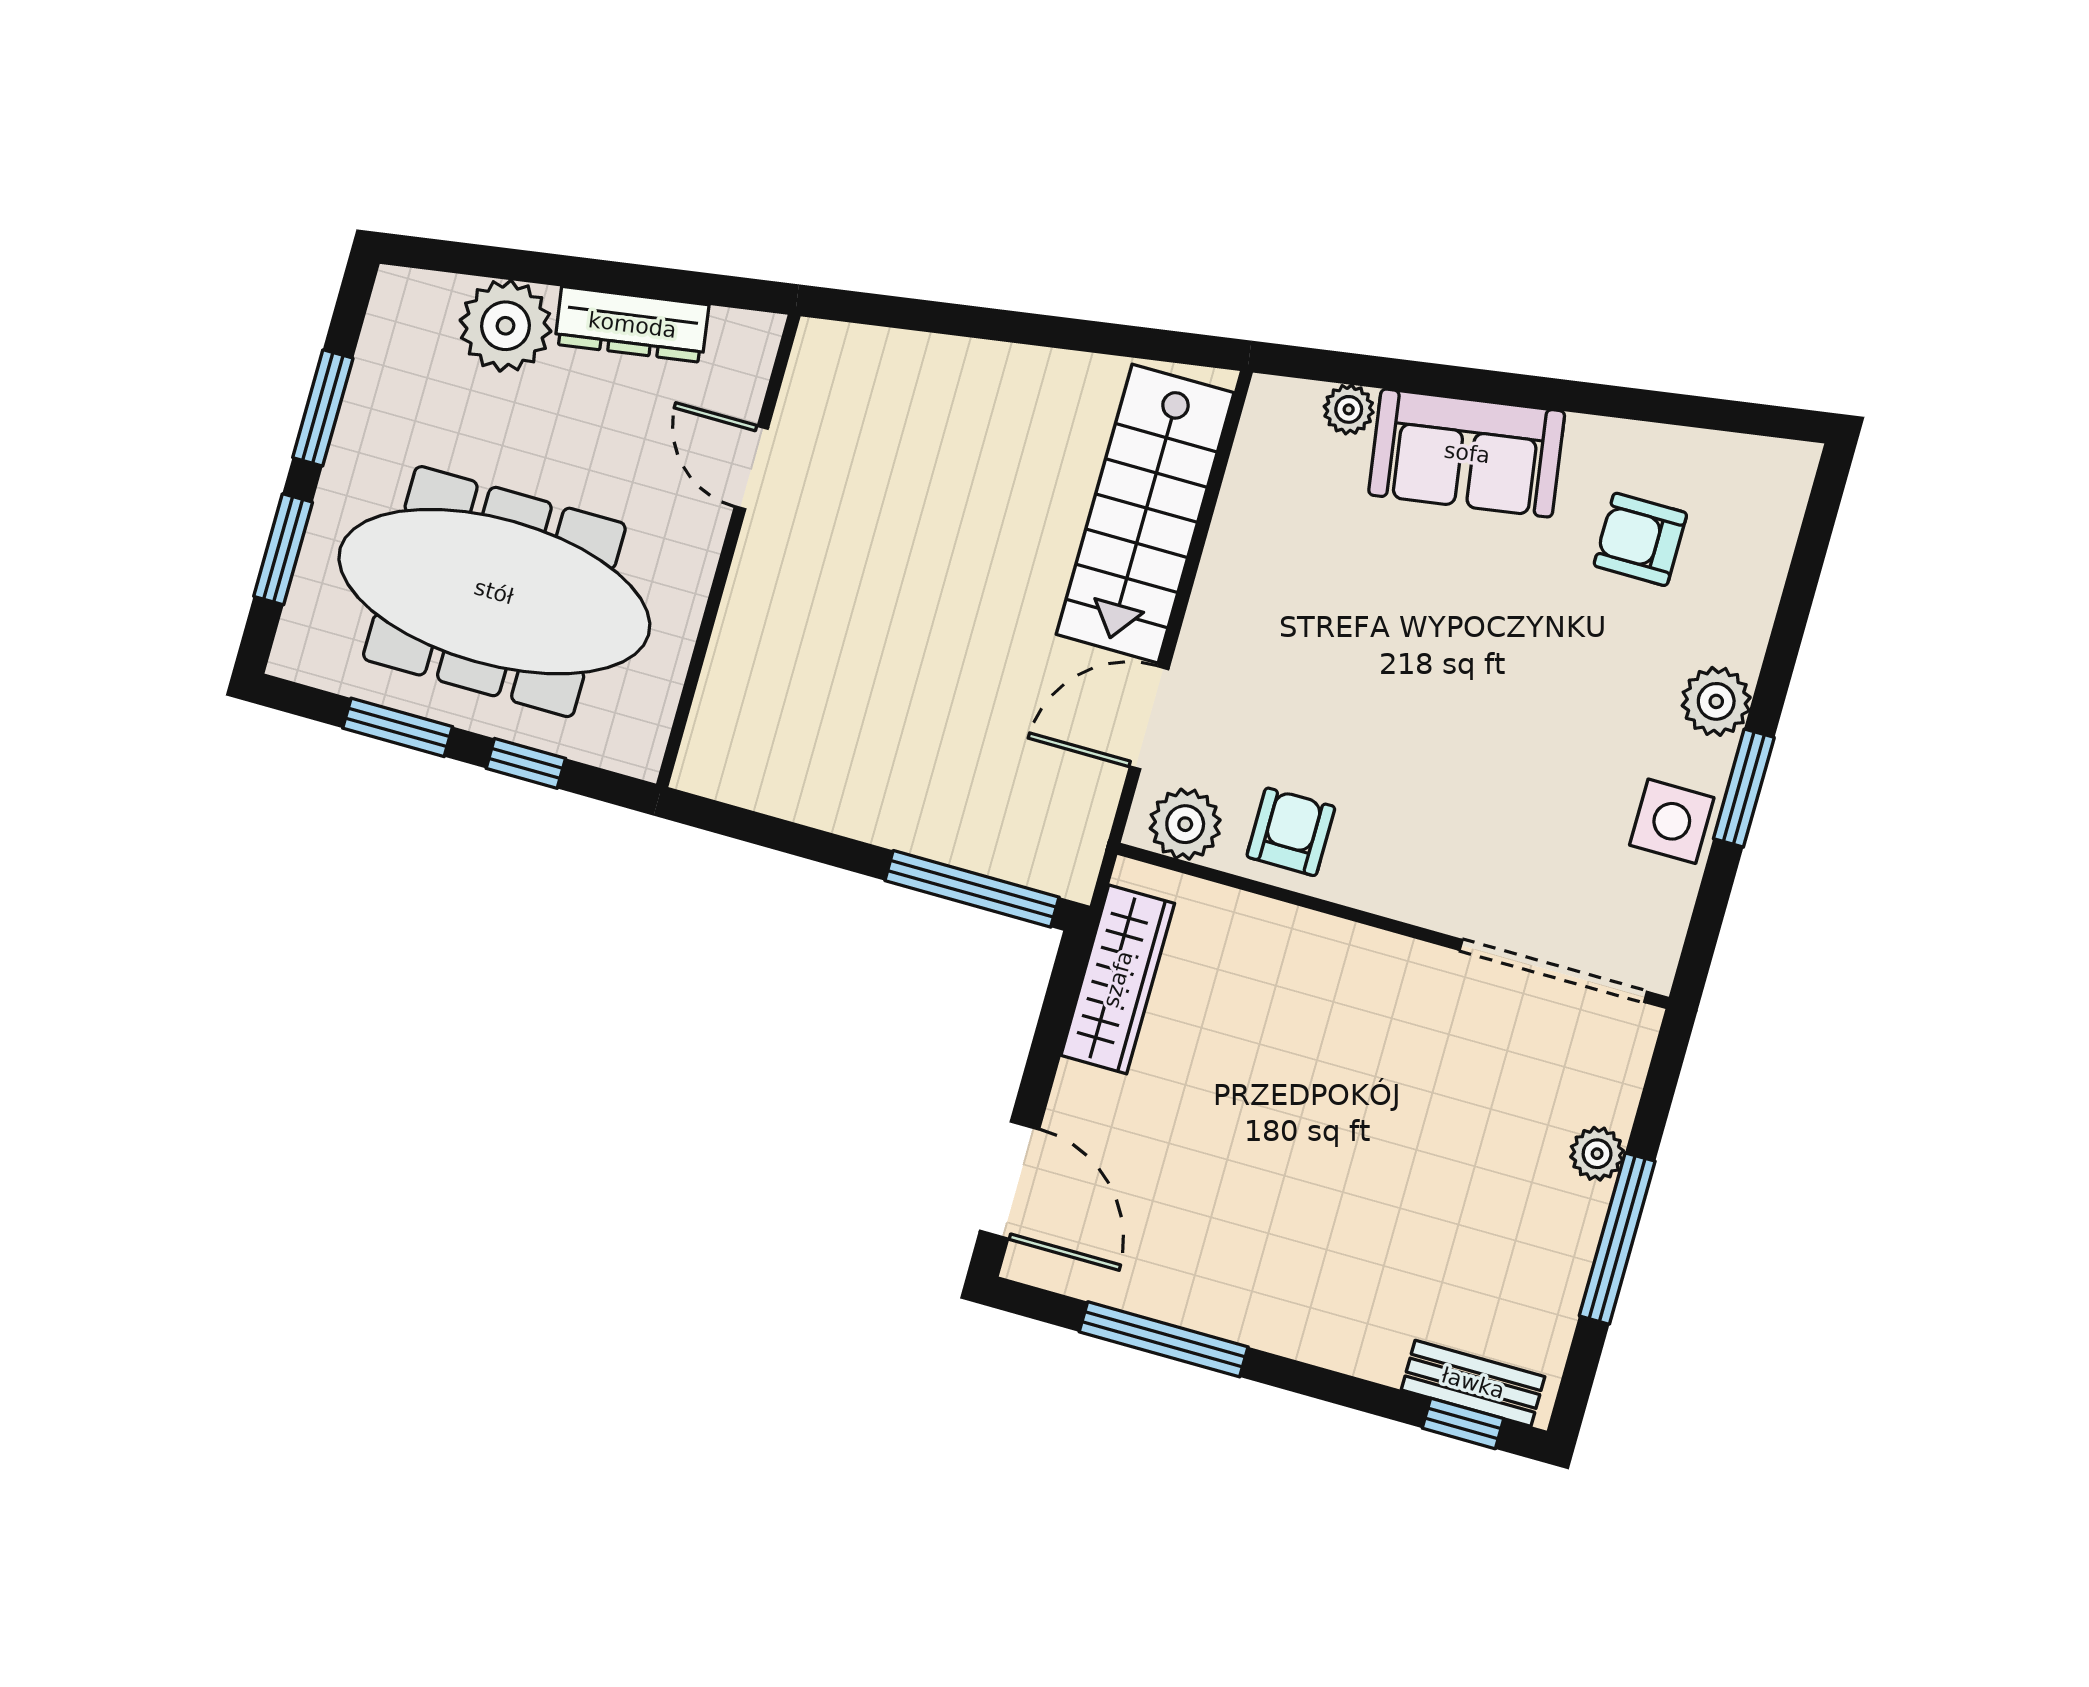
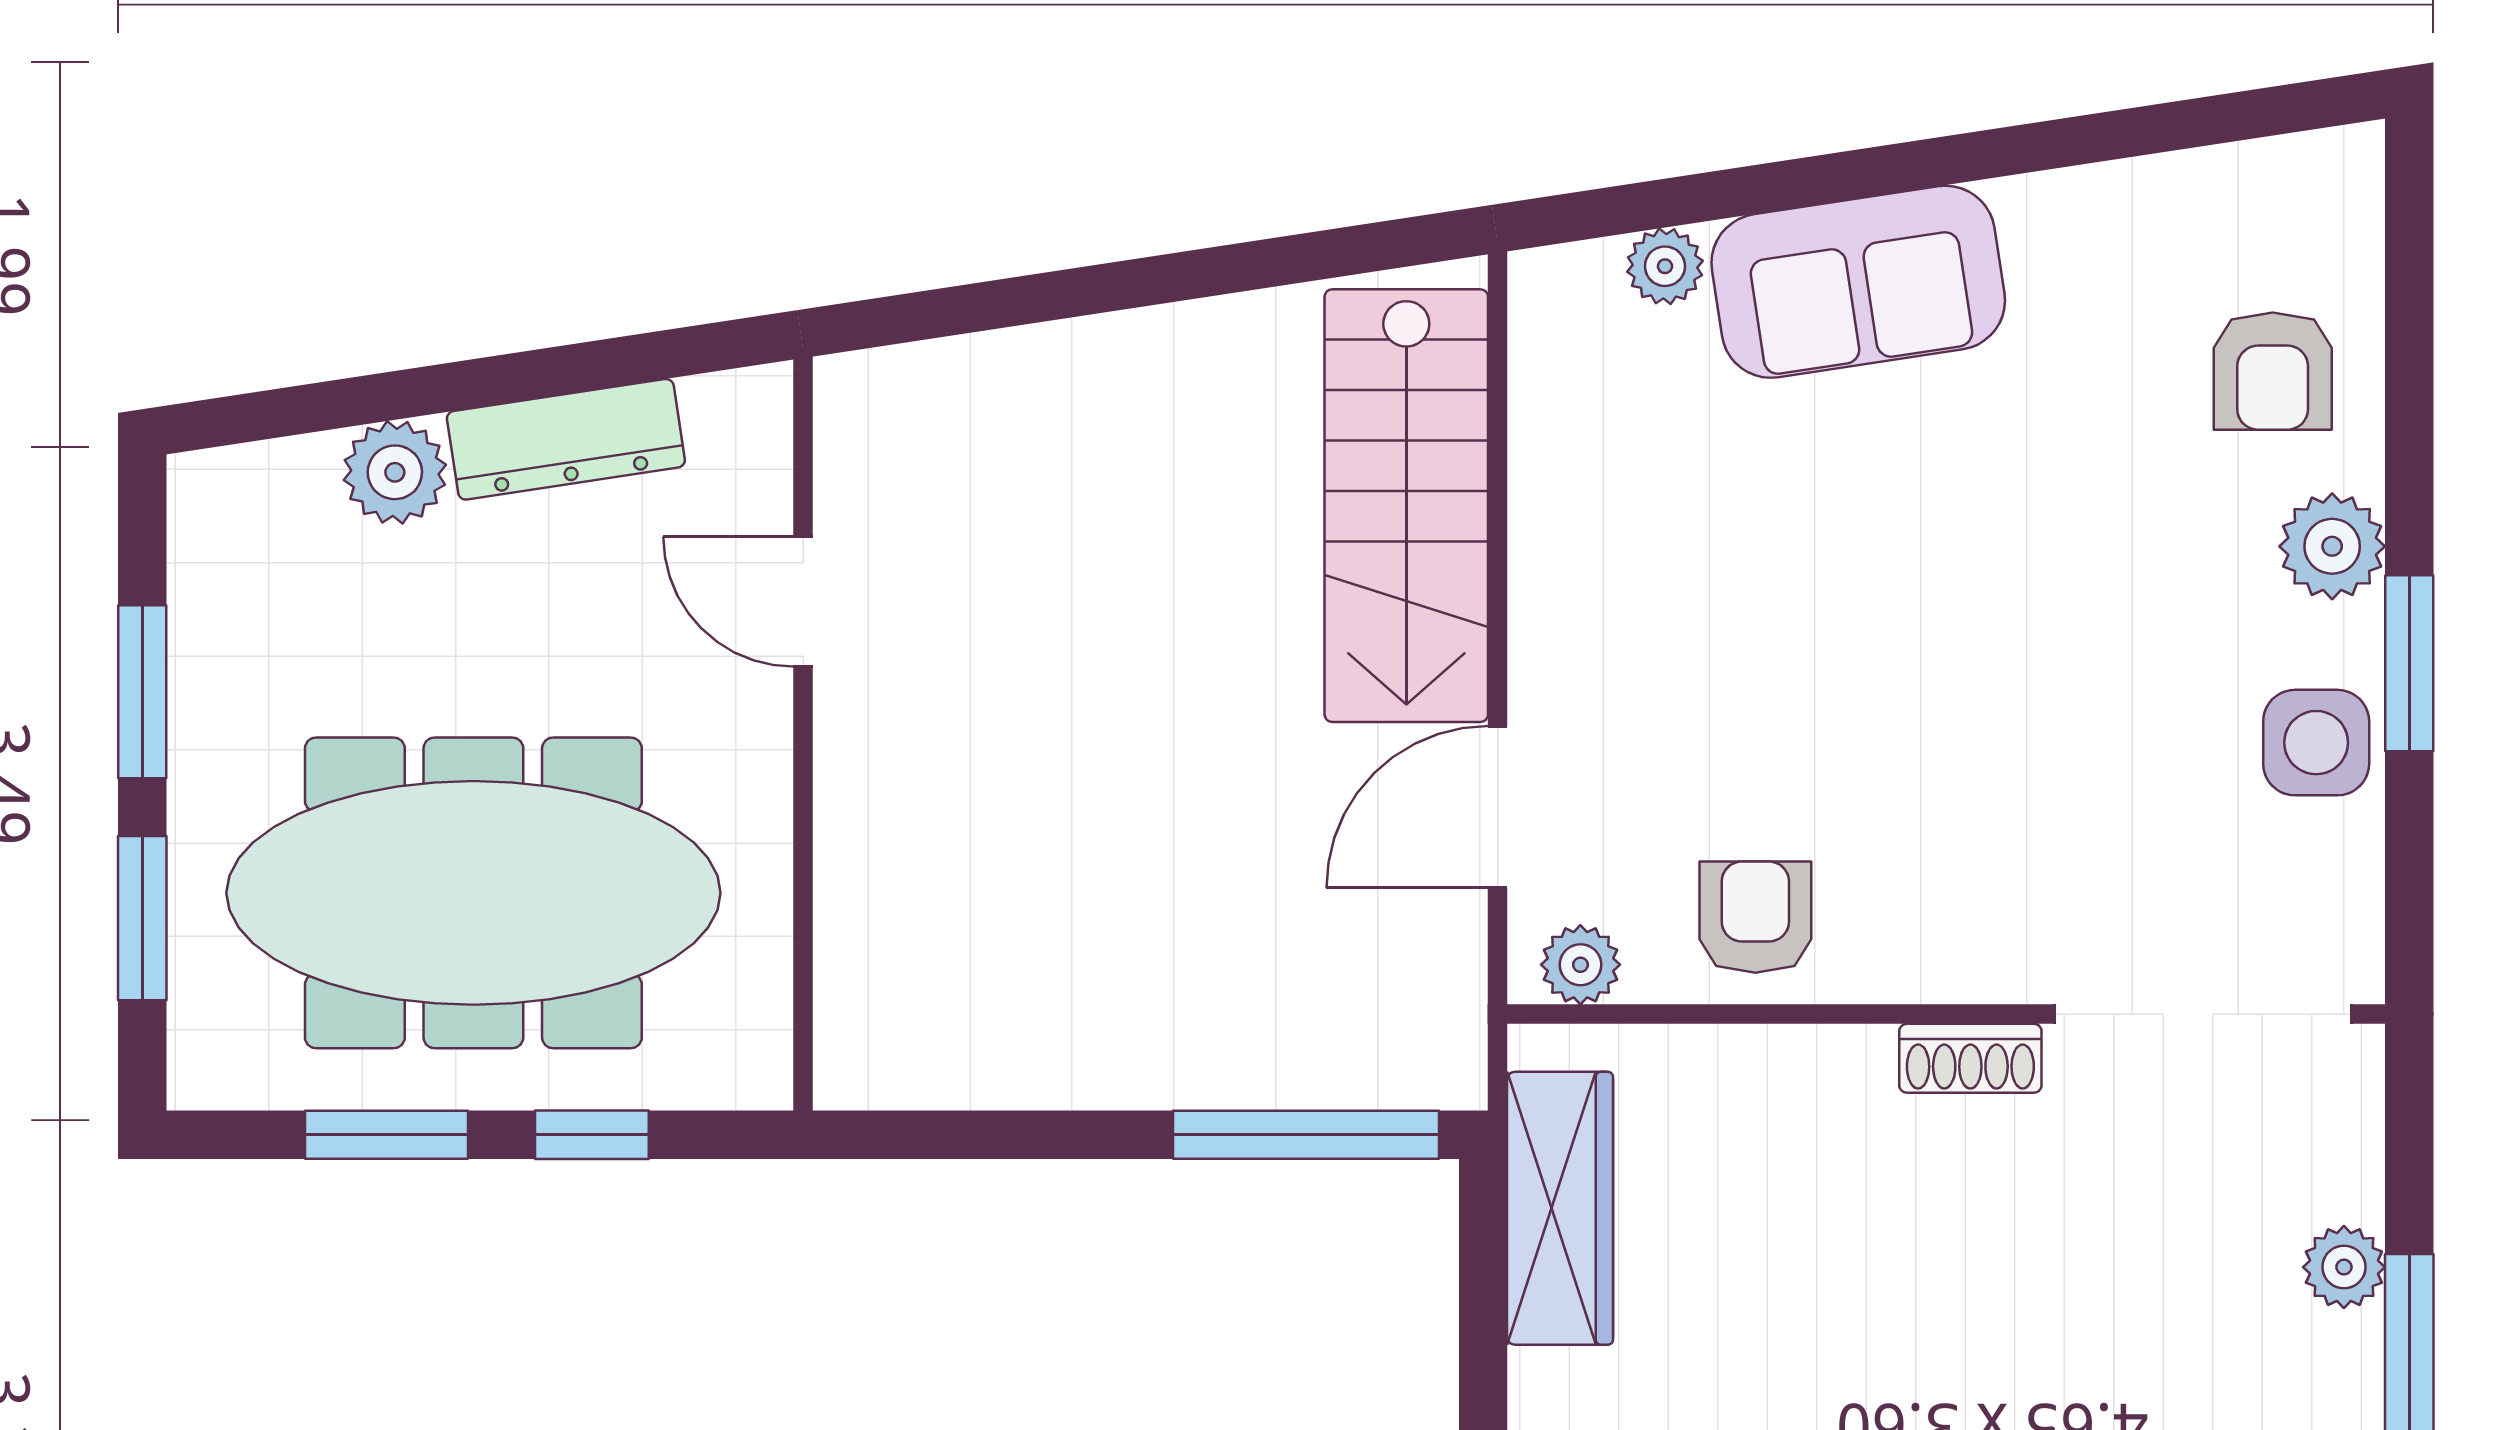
plant: (505, 326) -> (395, 472), width x0.73, depth x0.73
armchair: (1640, 539) -> (2273, 371), moved, turned -90
plant: (1185, 824) -> (1580, 965), width x0.73, depth x0.73
shoe rack: (1400, 958) -> (1970, 1058), added

